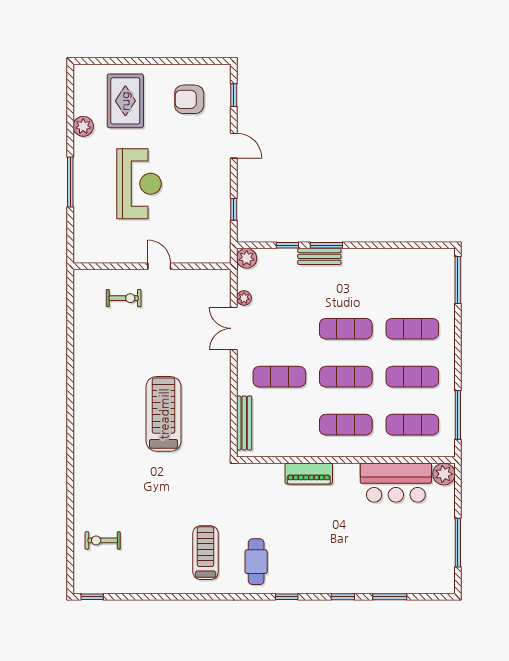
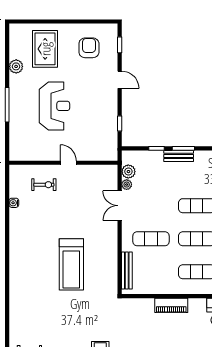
armchair: (189, 99) -> (89, 48), turned 90
plant: (247, 258) -> (128, 172), moved
water cooler: (80, 324) -> (14, 203), added
treadmill: (164, 414) -> (71, 264), turned 180

